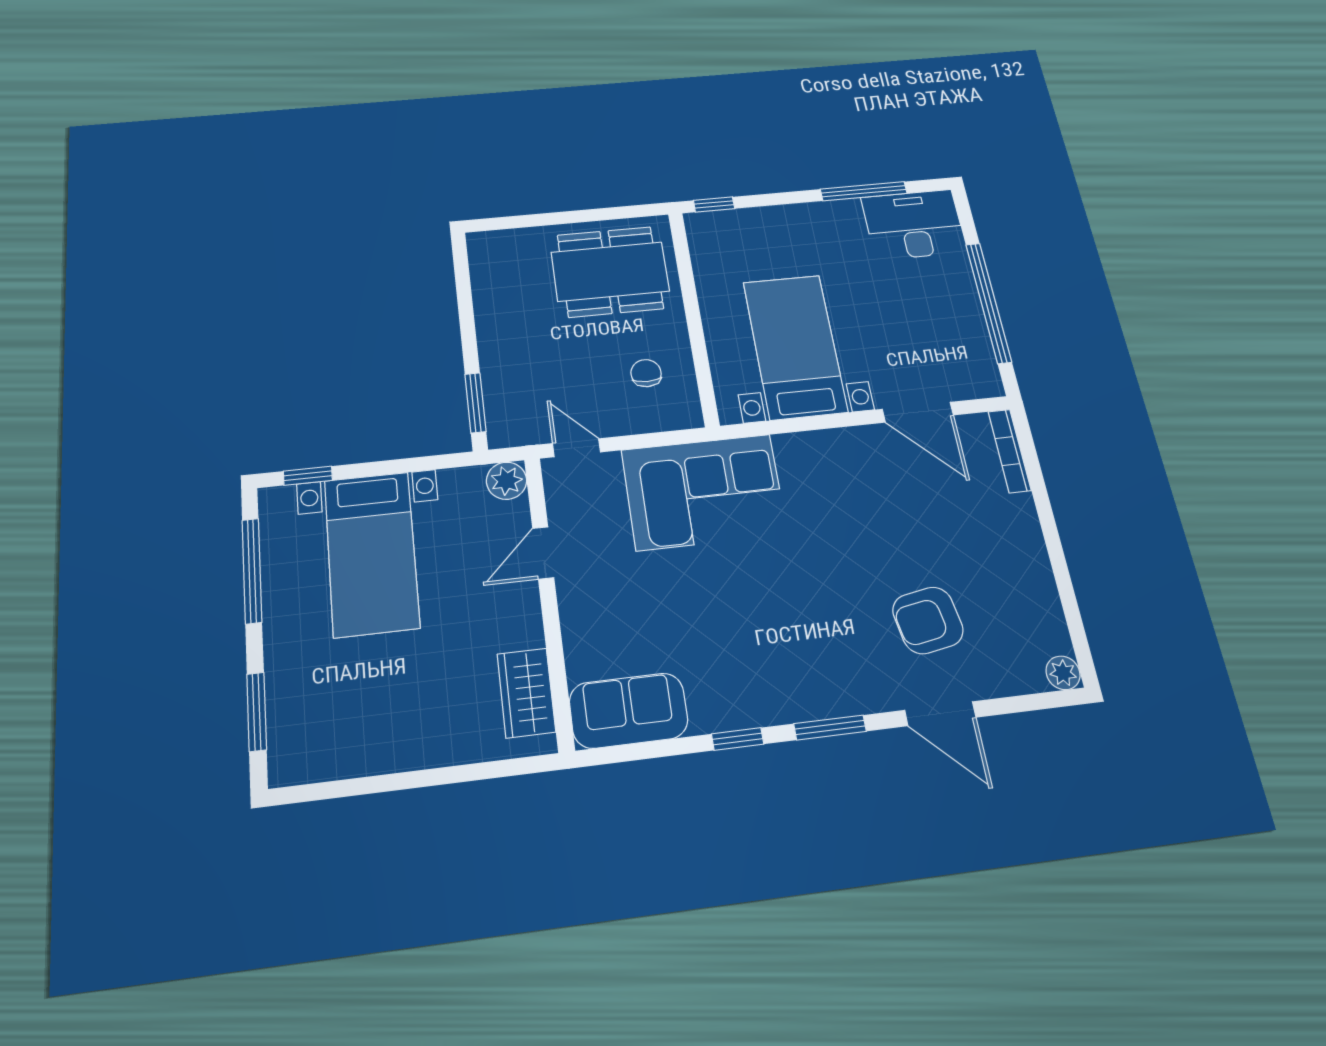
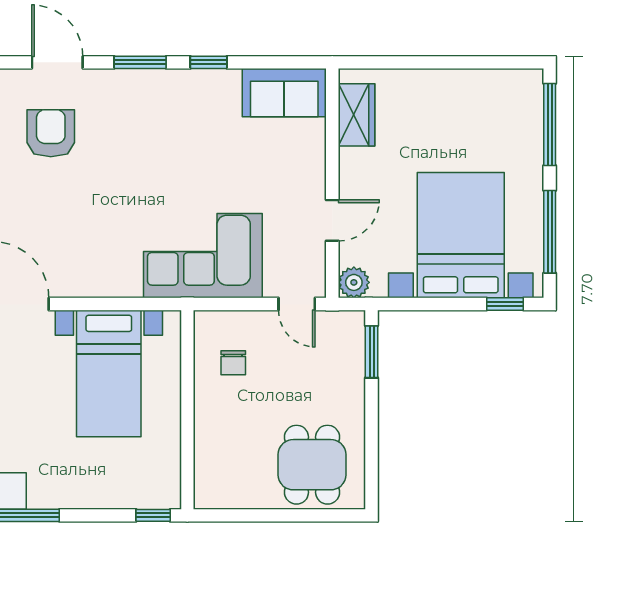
dining table: (610, 272) -> (312, 465), moved, width x0.73
bed with nightstands: (372, 553) -> (461, 235), width x1.36
armchair: (928, 620) -> (51, 133), turned -80
window: (257, 712) -> (550, 125), width x1.44

